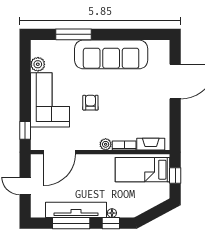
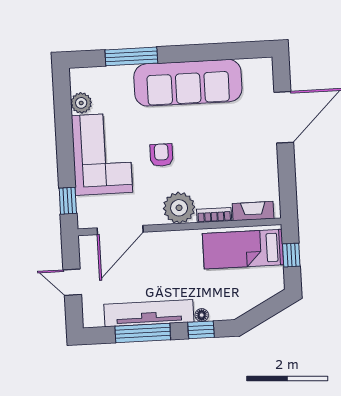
plant: (106, 144) -> (179, 208), width x1.87, depth x1.87

